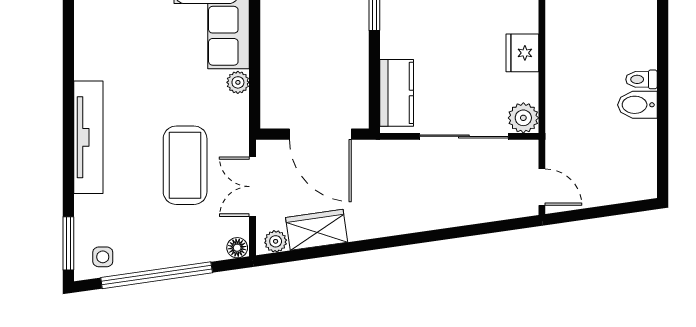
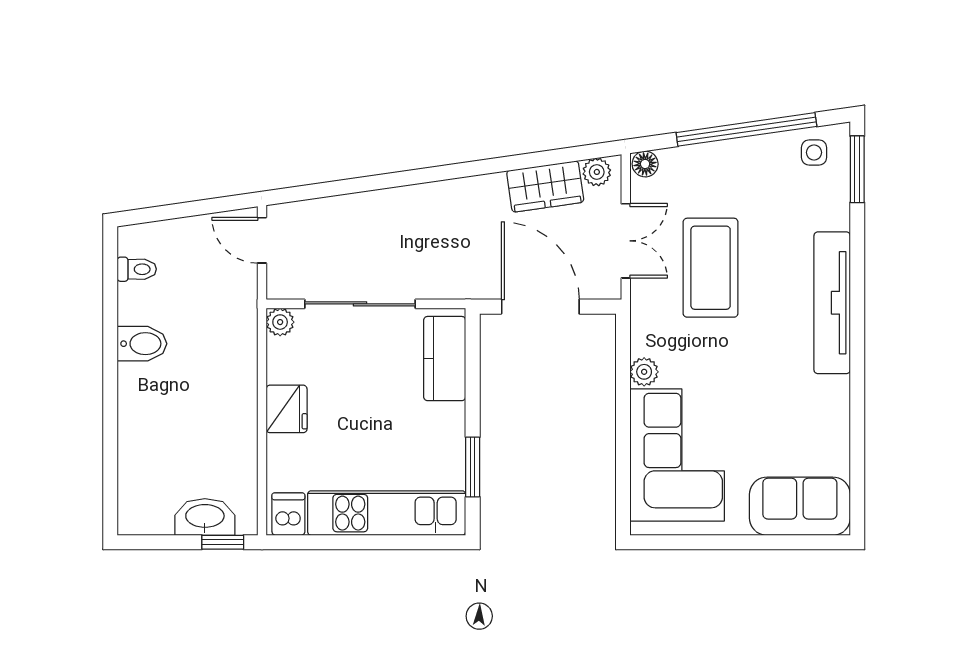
toilet: (642, 79) -> (137, 269), moved
plant: (523, 118) -> (280, 322), width x0.73, depth x0.73

